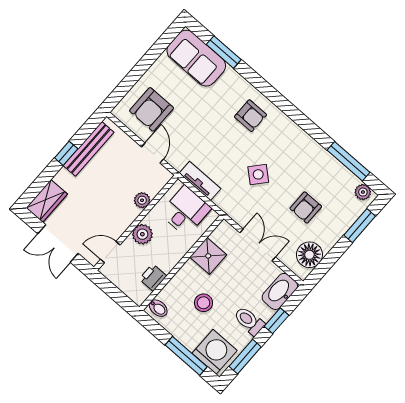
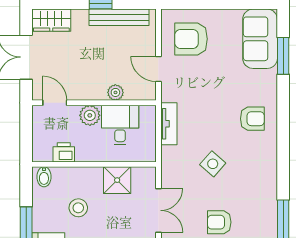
armchair: (251, 116) -> (252, 119), turned -90
door: (153, 153) -> (158, 69), swing flipped
desk: (185, 211) -> (120, 125), moved, turned -90

